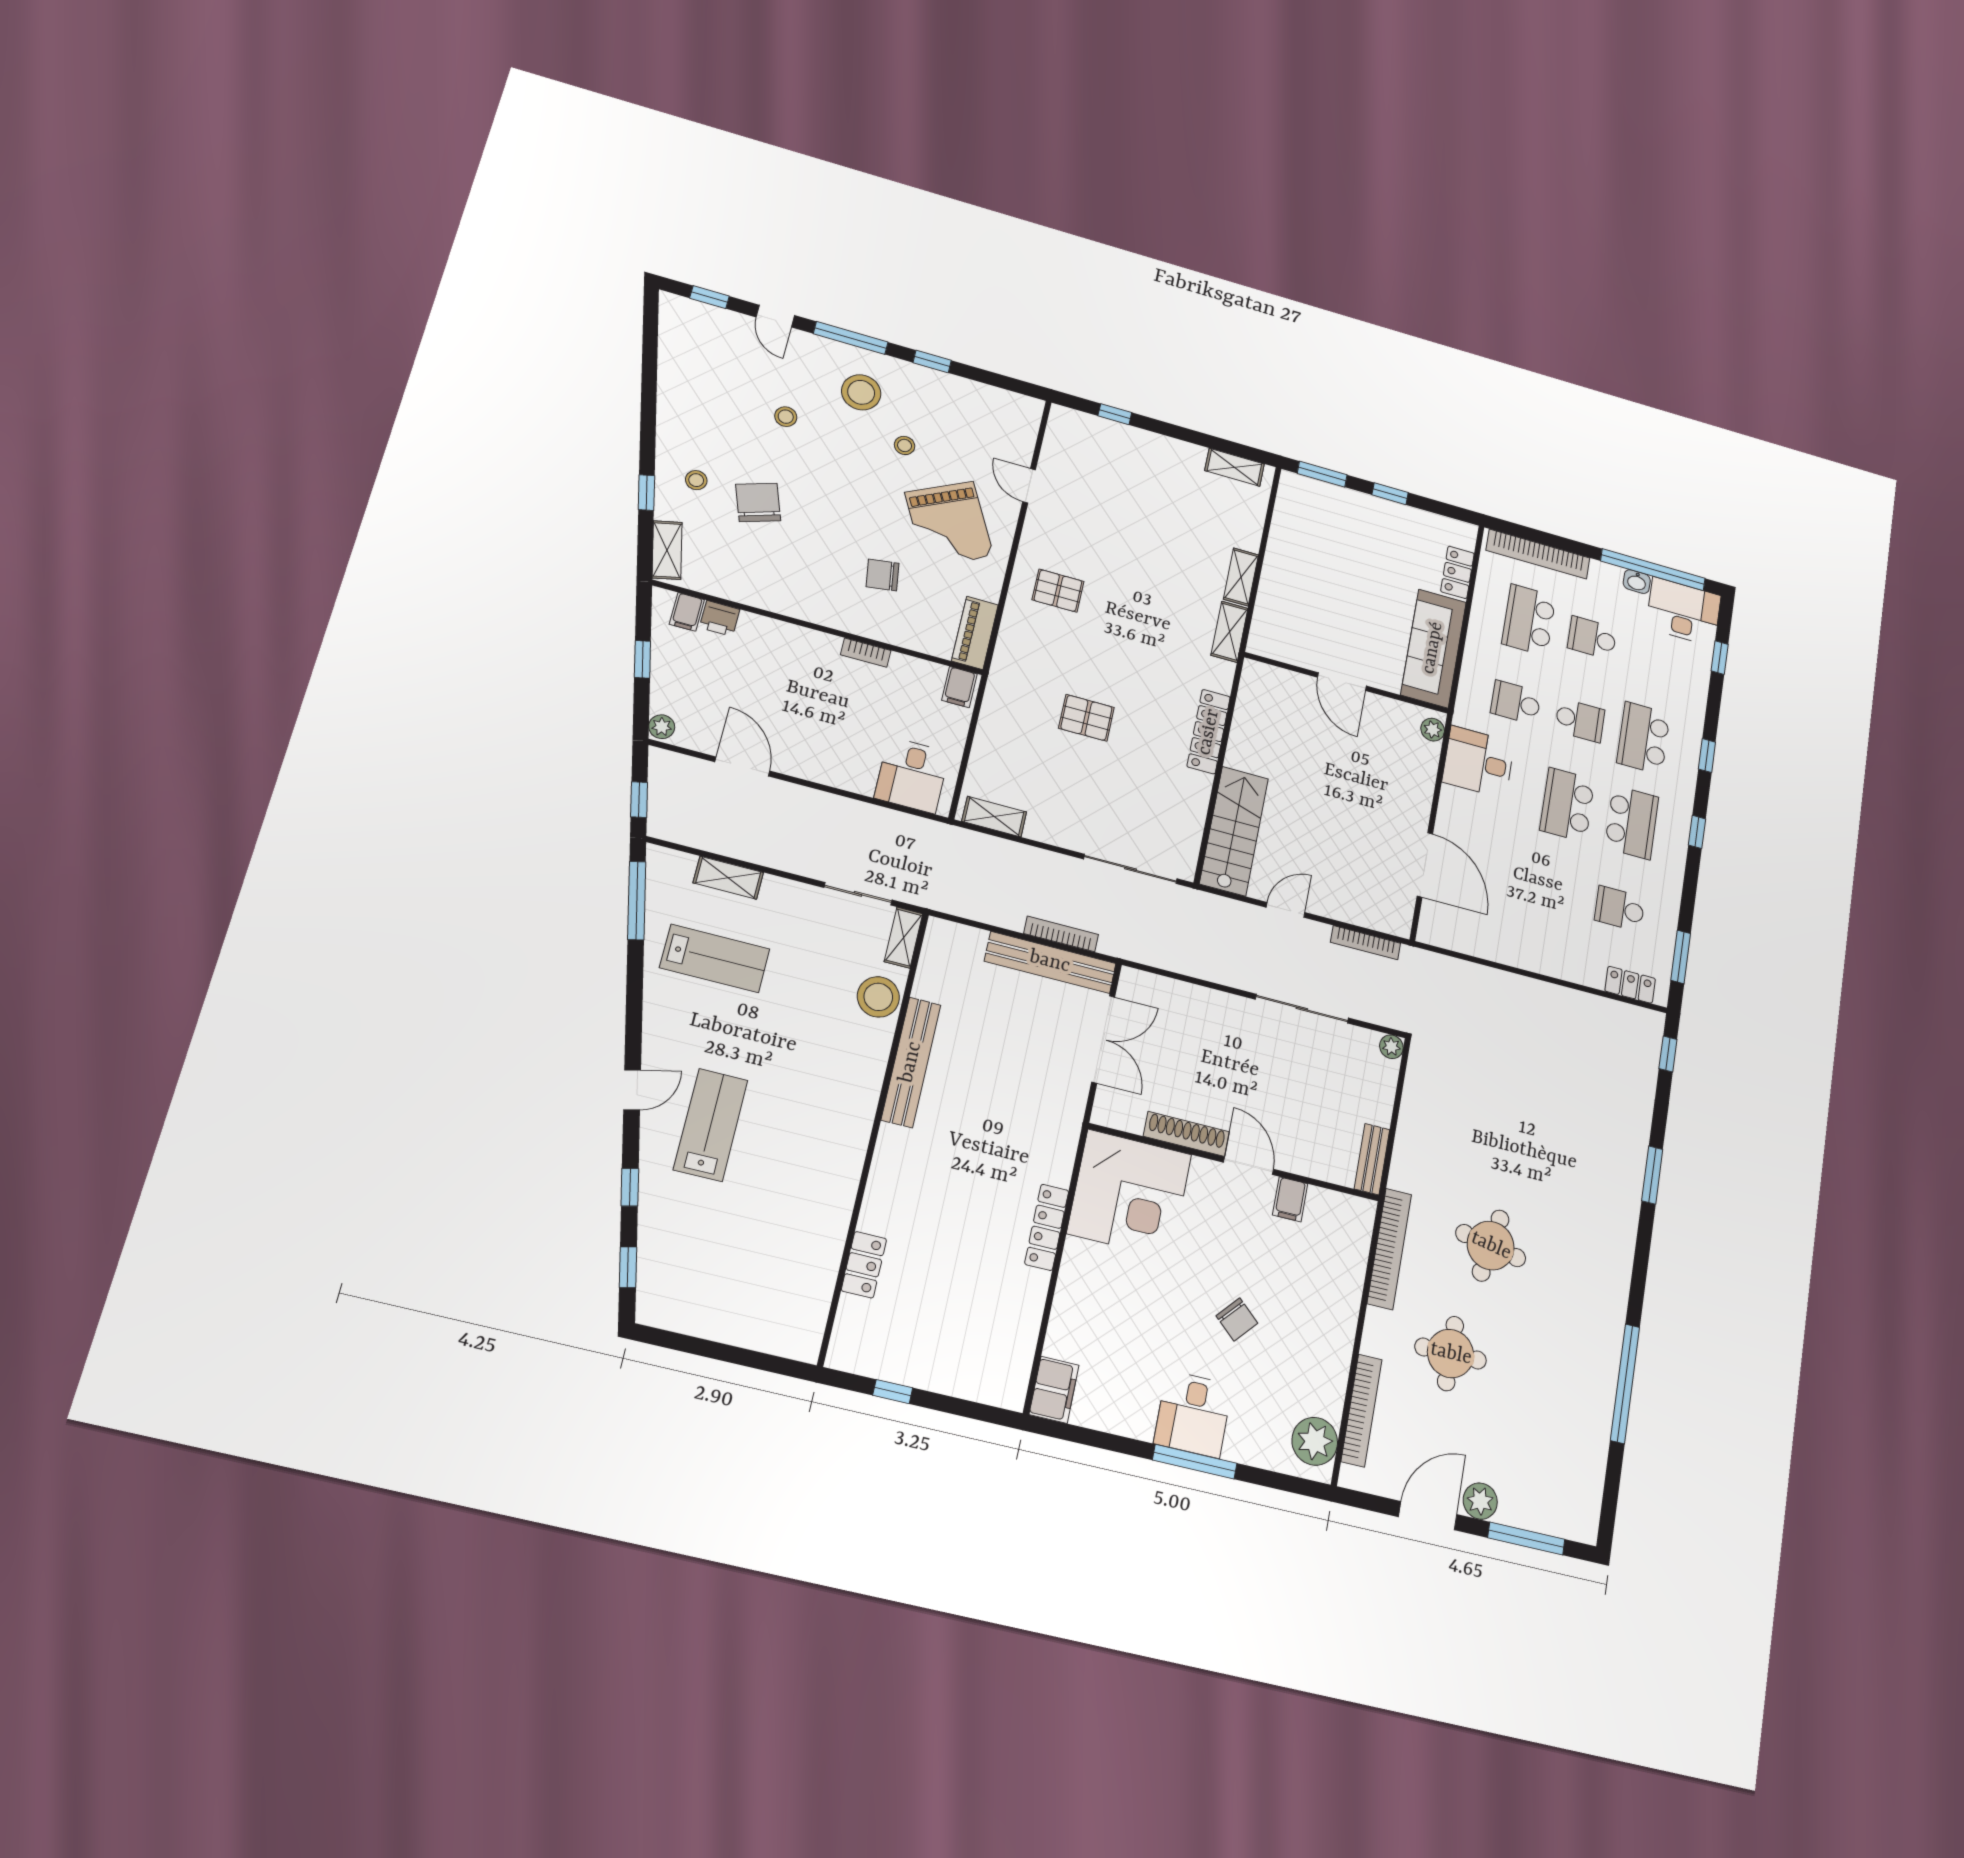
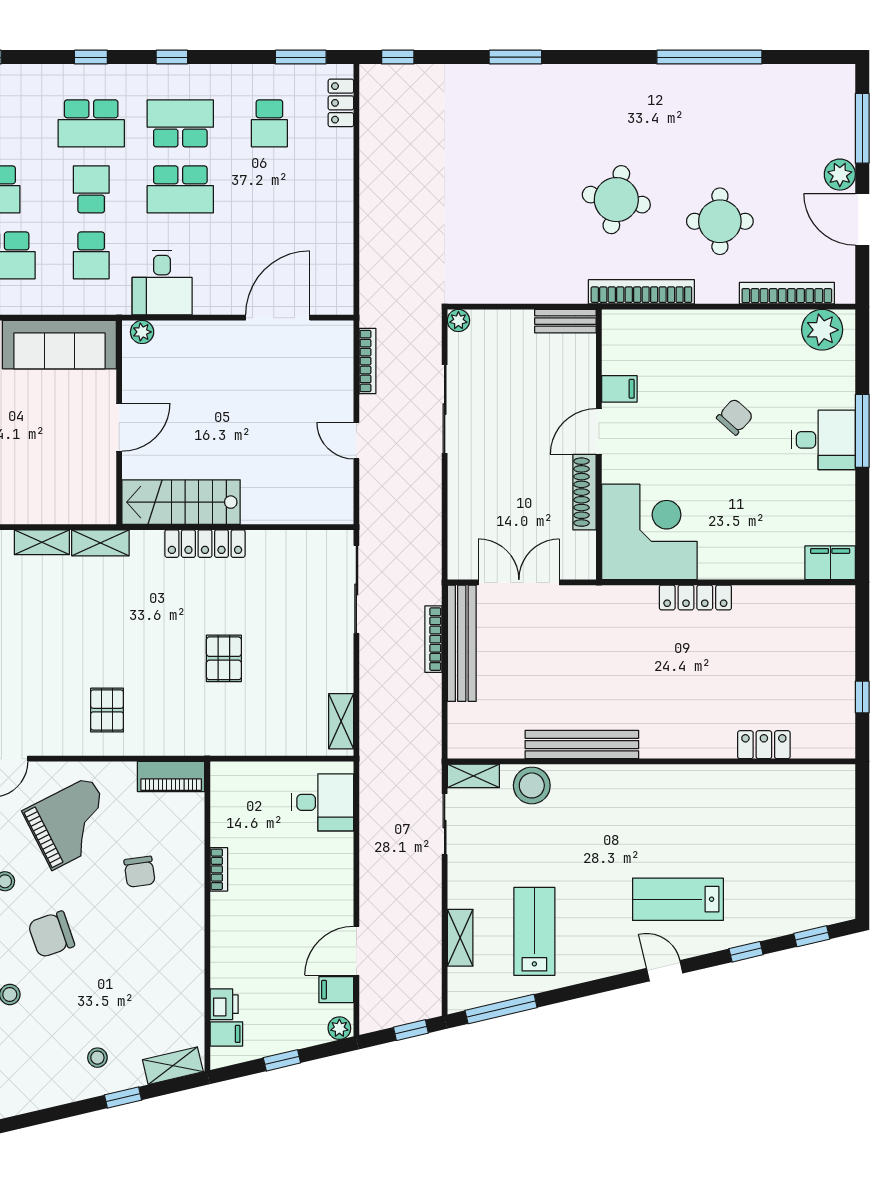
chair: (758, 502) -> (51, 934), moved
filing cabinet: (959, 687) -> (336, 990), moved, turned 180
stairs: (1234, 831) -> (181, 502), moved

